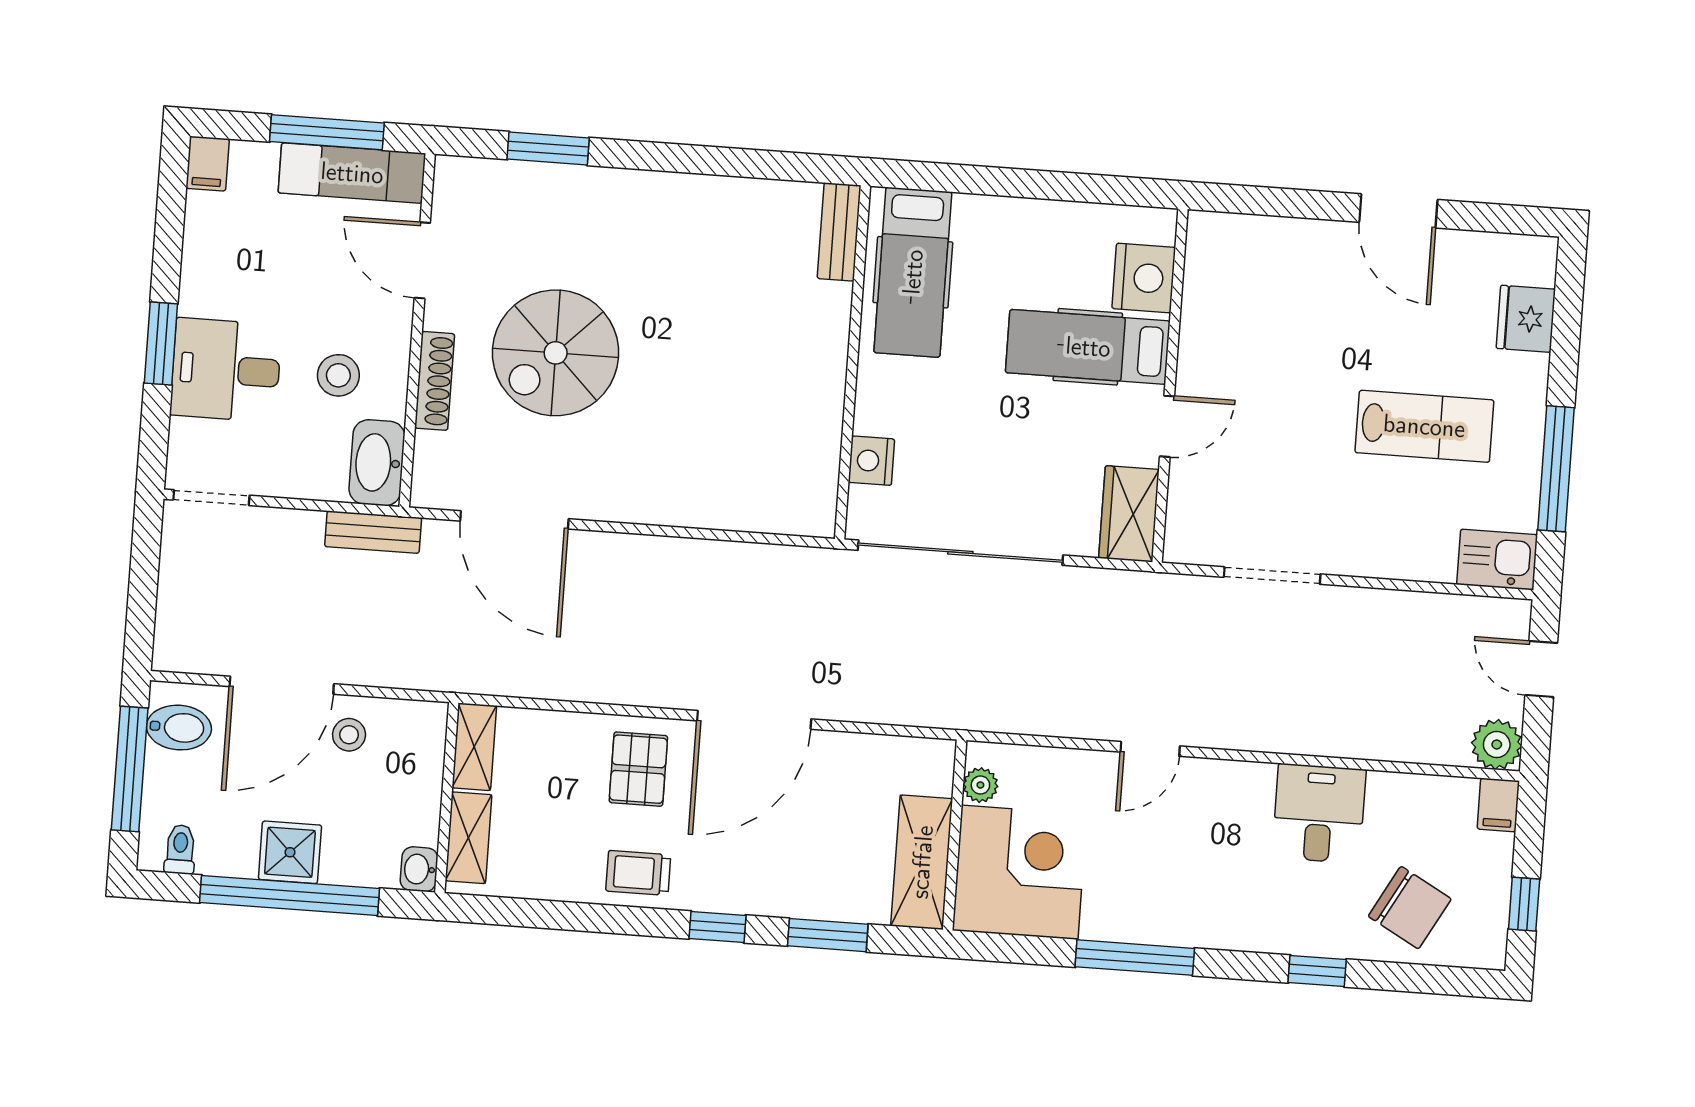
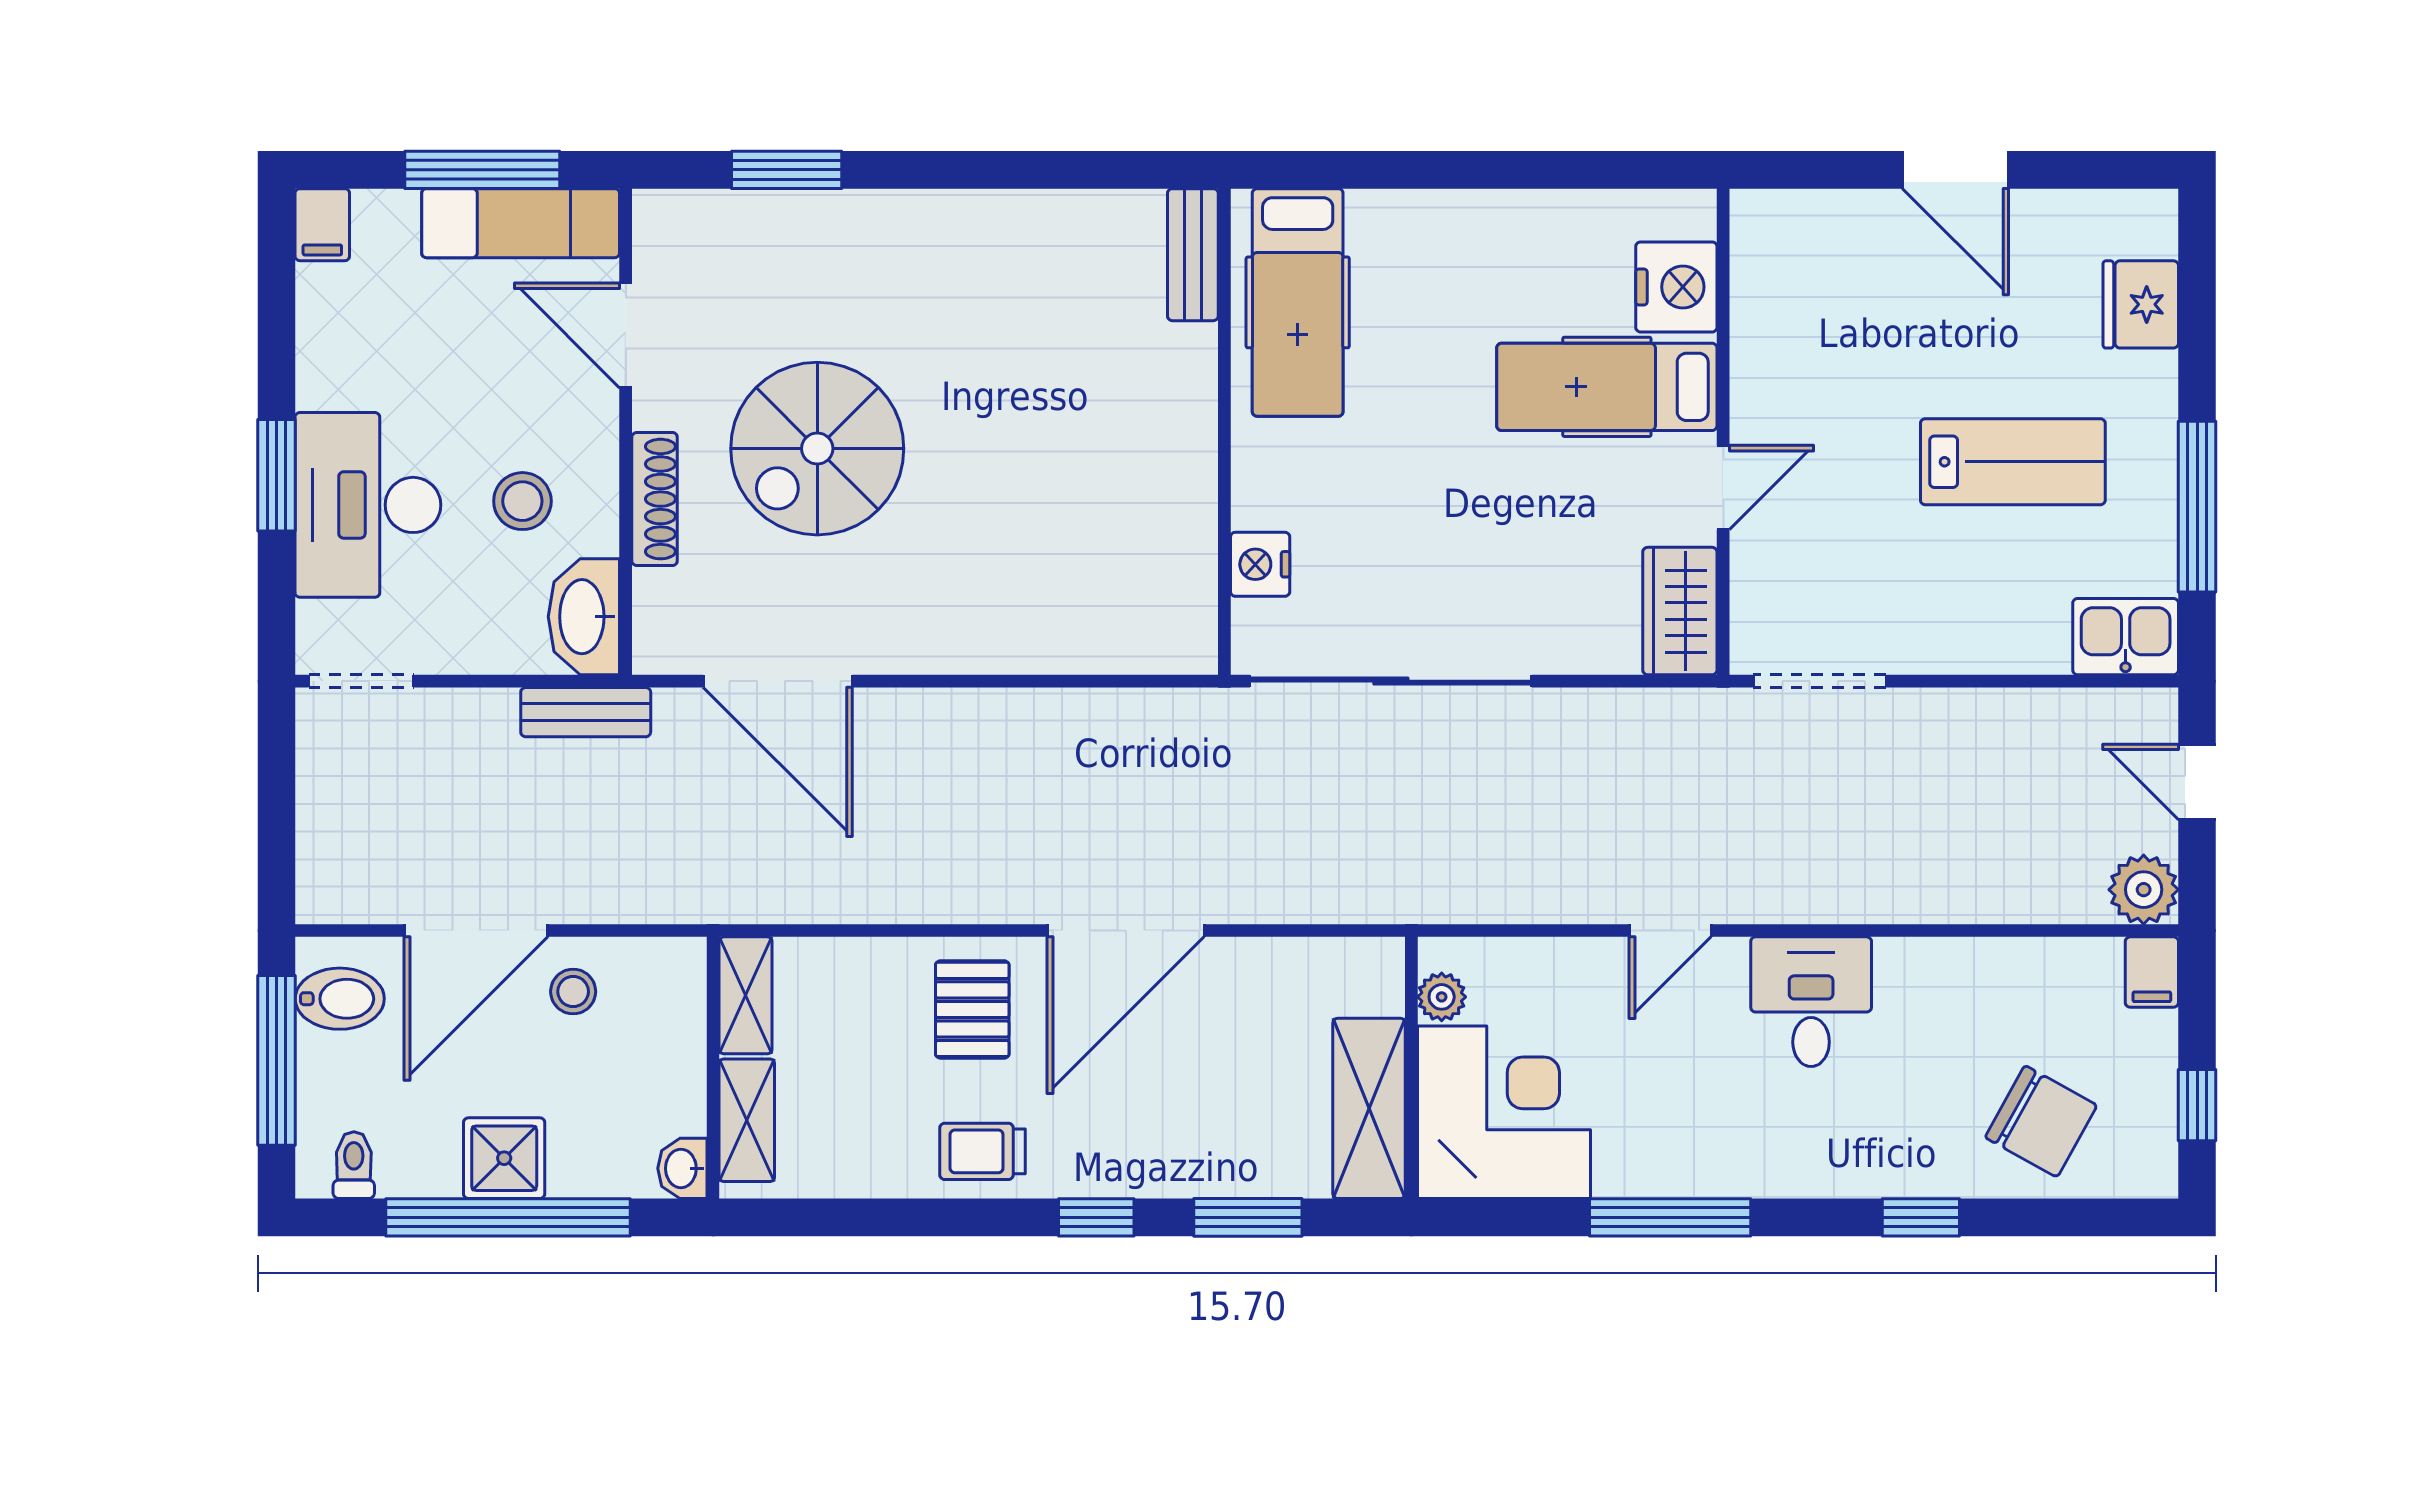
nightstand: (1144, 278) -> (1676, 287), moved
hospital bed: (1088, 347) -> (1607, 387), moved
desk: (226, 370) -> (368, 505), width x1.37
wall: (1170, 386) -> (1723, 432), moved
door: (1167, 426) -> (1723, 488), moved
wardrobe: (1129, 514) -> (1680, 611), moved
desk: (1319, 813) -> (1811, 1002), moved

